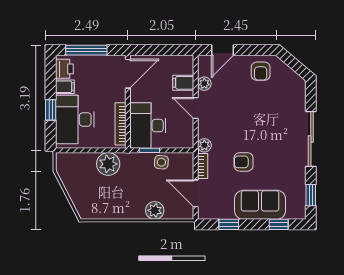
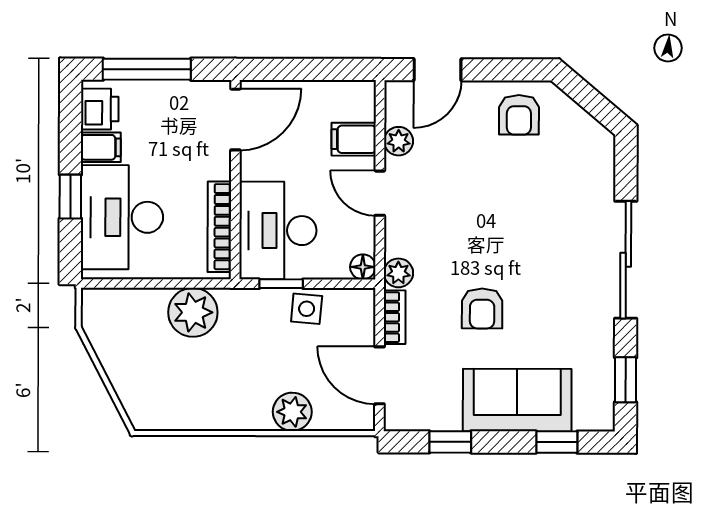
floor lamp: (188, 143) -> (363, 267), added
armchair: (244, 162) -> (482, 308), turned -90

